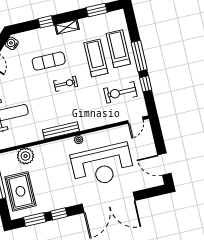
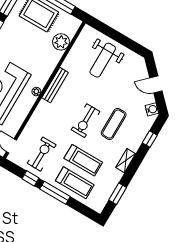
window: (46, 22) -> (150, 139), moved
exercise bike: (66, 84) -> (86, 121), width x1.38, depth x1.39

